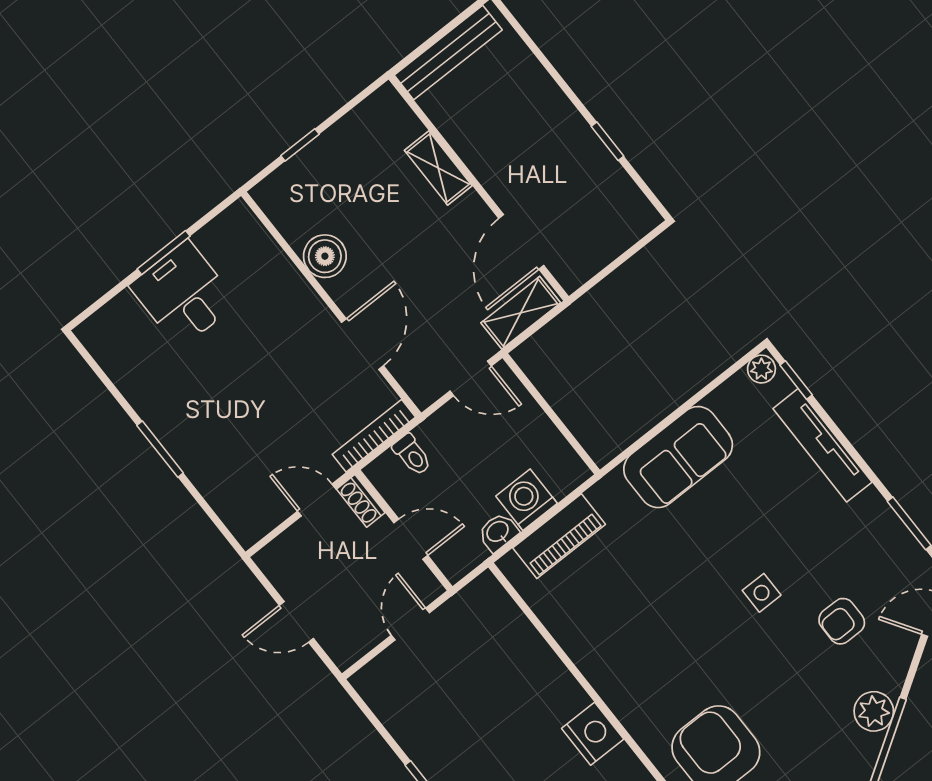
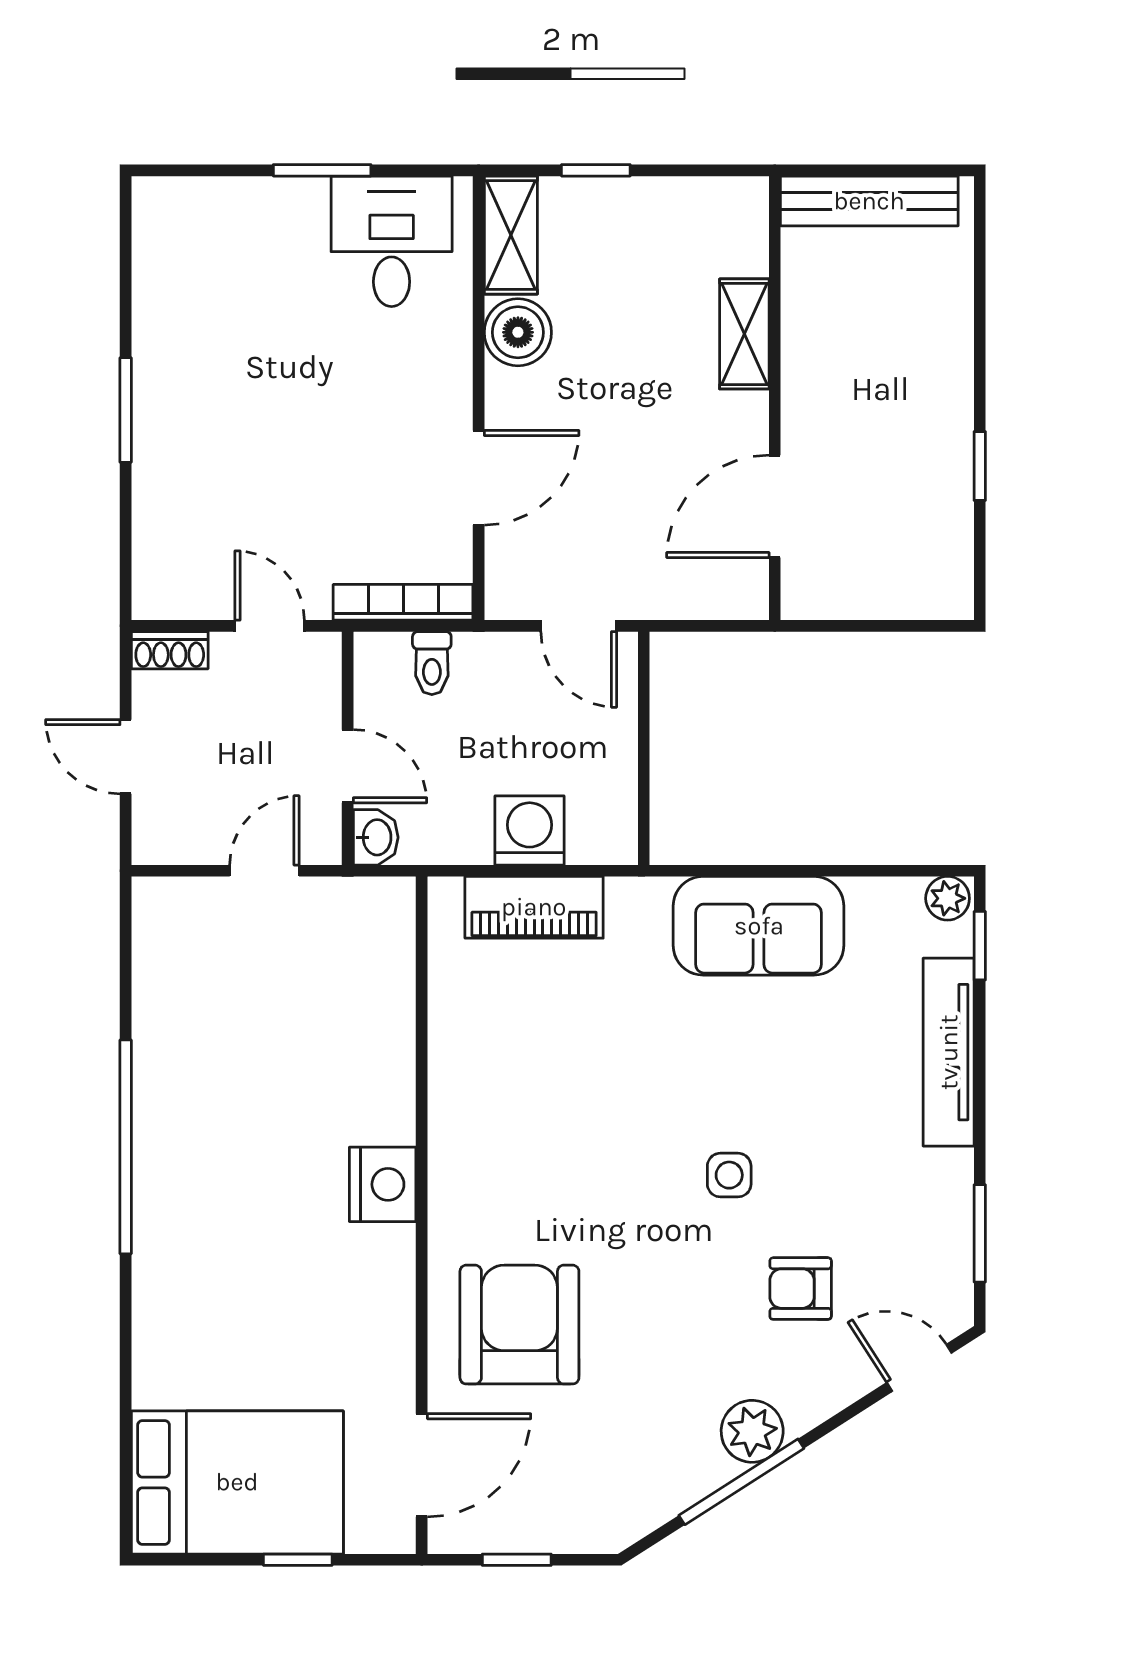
desk: (184, 294) -> (392, 241), moved
shelving: (521, 313) -> (511, 235), moved, turned 90
shoe rack: (361, 501) -> (170, 650), moved, turned -90
washbasin: (498, 532) -> (376, 837), moved, turned 90

